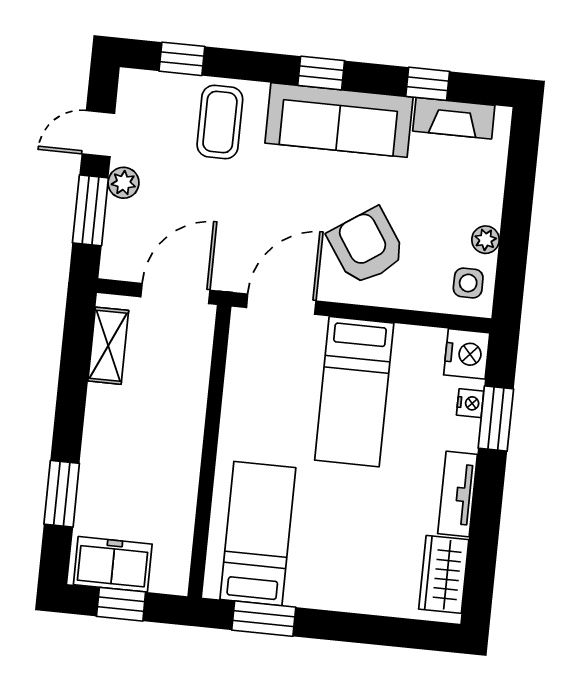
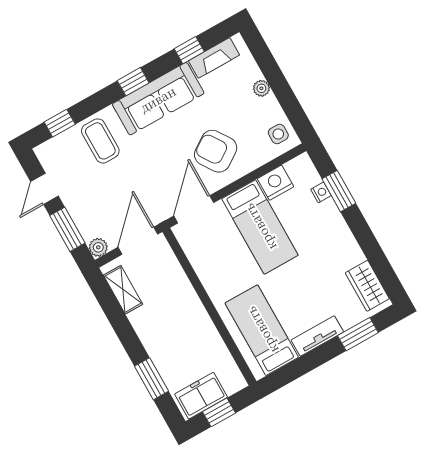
plant: (124, 183) -> (98, 247), moved
plant: (486, 240) -> (261, 88), moved
nightstand: (467, 354) -> (276, 183), moved, turned -90
tv unit: (458, 494) -> (317, 336), moved, turned 90
window: (264, 619) -> (358, 334), moved

